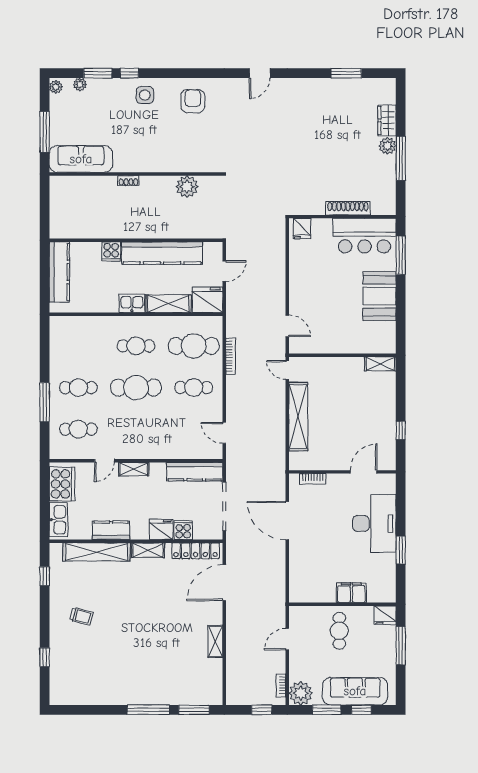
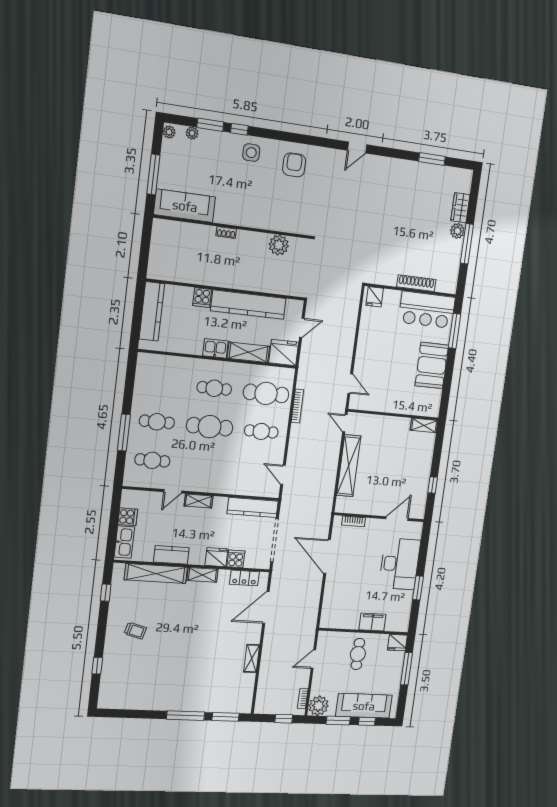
cooker: (62, 484) -> (128, 517), width x0.53, depth x0.76
locker: (196, 551) -> (244, 578), width x0.66

